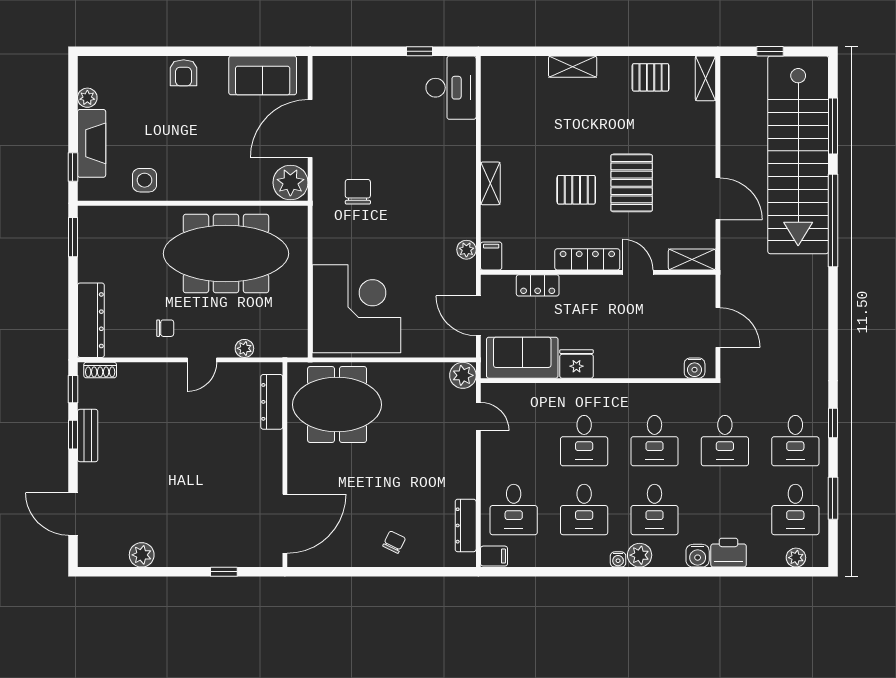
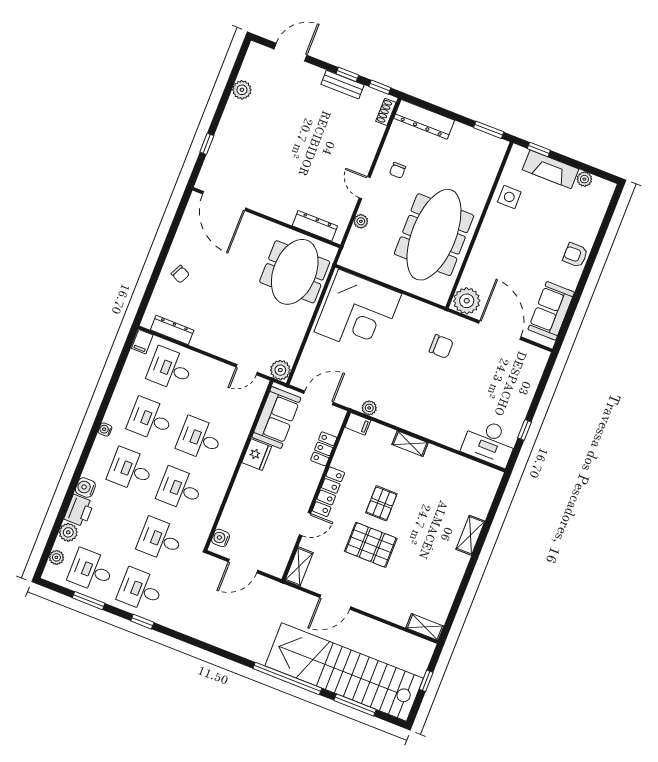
pallet: (651, 77) -> (441, 588), removed
plant: (640, 555) -> (68, 532), moved

